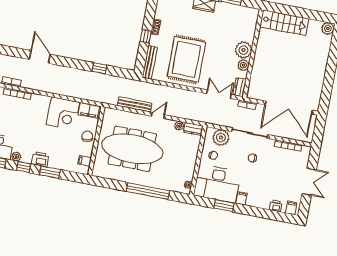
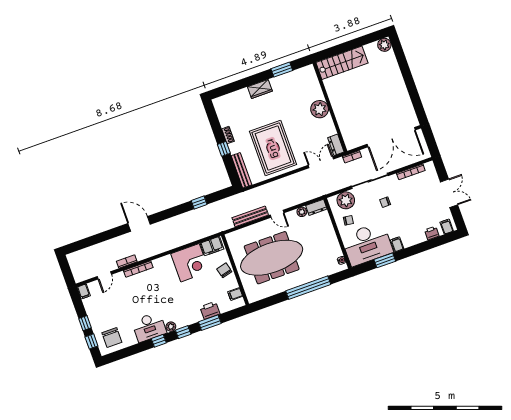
plant: (243, 65) -> (327, 123), removed
door: (158, 115) -> (277, 214), swing flipped
printer: (40, 159) -> (210, 310), moved

